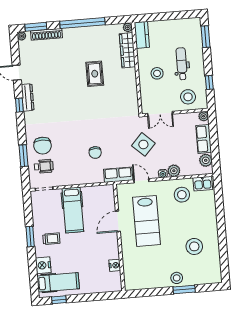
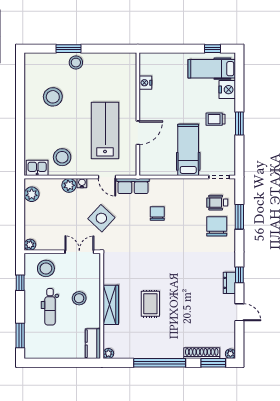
wardrobe: (127, 50) -> (111, 305), moved
dresser: (28, 97) -> (229, 283), width x0.70
row of seats: (204, 139) -> (32, 219), removed

